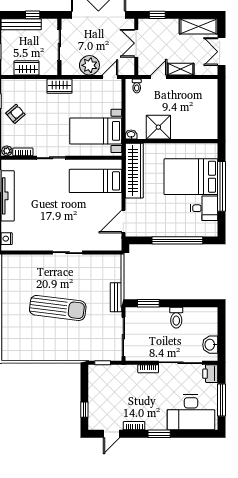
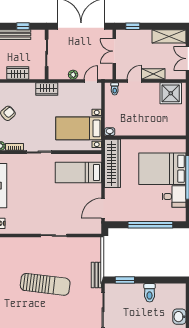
plant: (89, 65) -> (73, 75), width x0.53, depth x0.53
shower: (158, 127) -> (171, 93), moved

